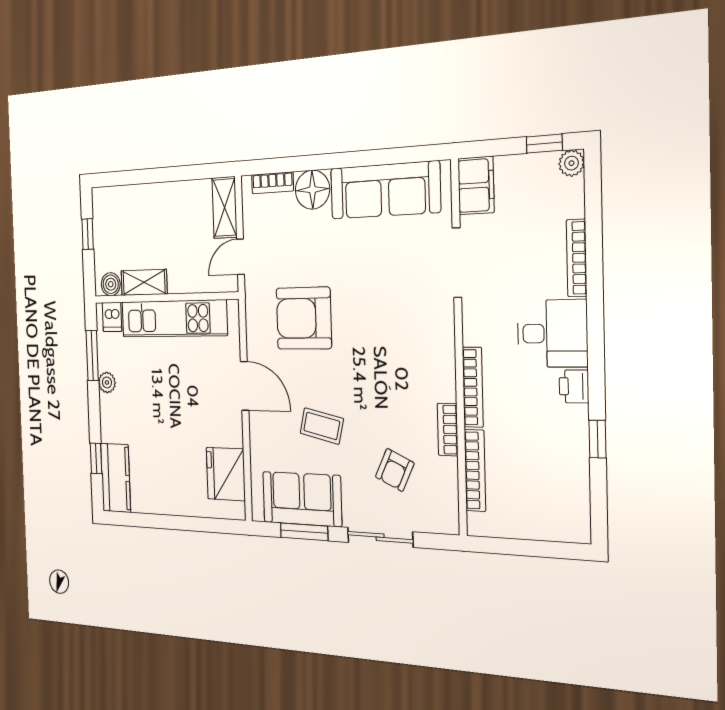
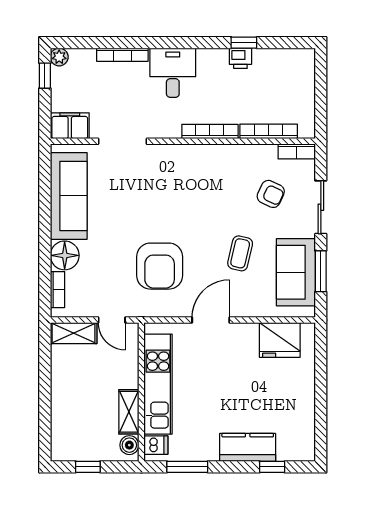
plant: (107, 382) -> (209, 453), removed
printer: (574, 386) -> (240, 58), moved
bookcase: (448, 430) -> (297, 151), moved
kitchen counter: (116, 478) -> (248, 447), moved

